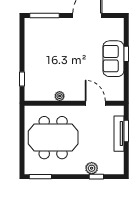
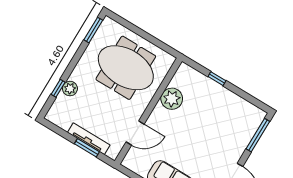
window: (22, 79) -> (217, 79), moved
plant: (60, 96) -> (172, 99), width x1.88, depth x1.88
meeting table: (53, 138) -> (126, 68), turned 90

